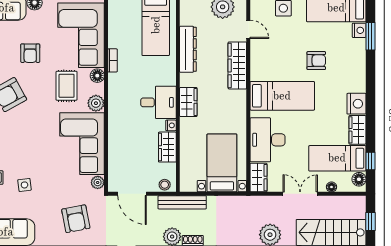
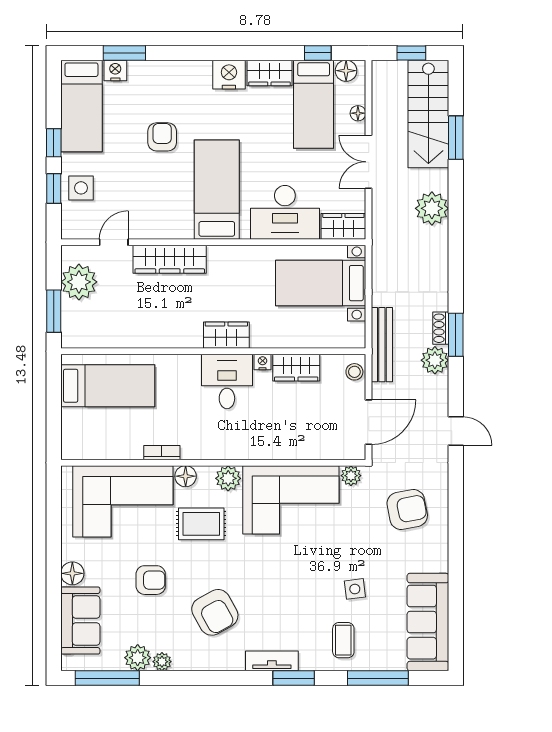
dresser: (188, 49) -> (145, 336), removed

